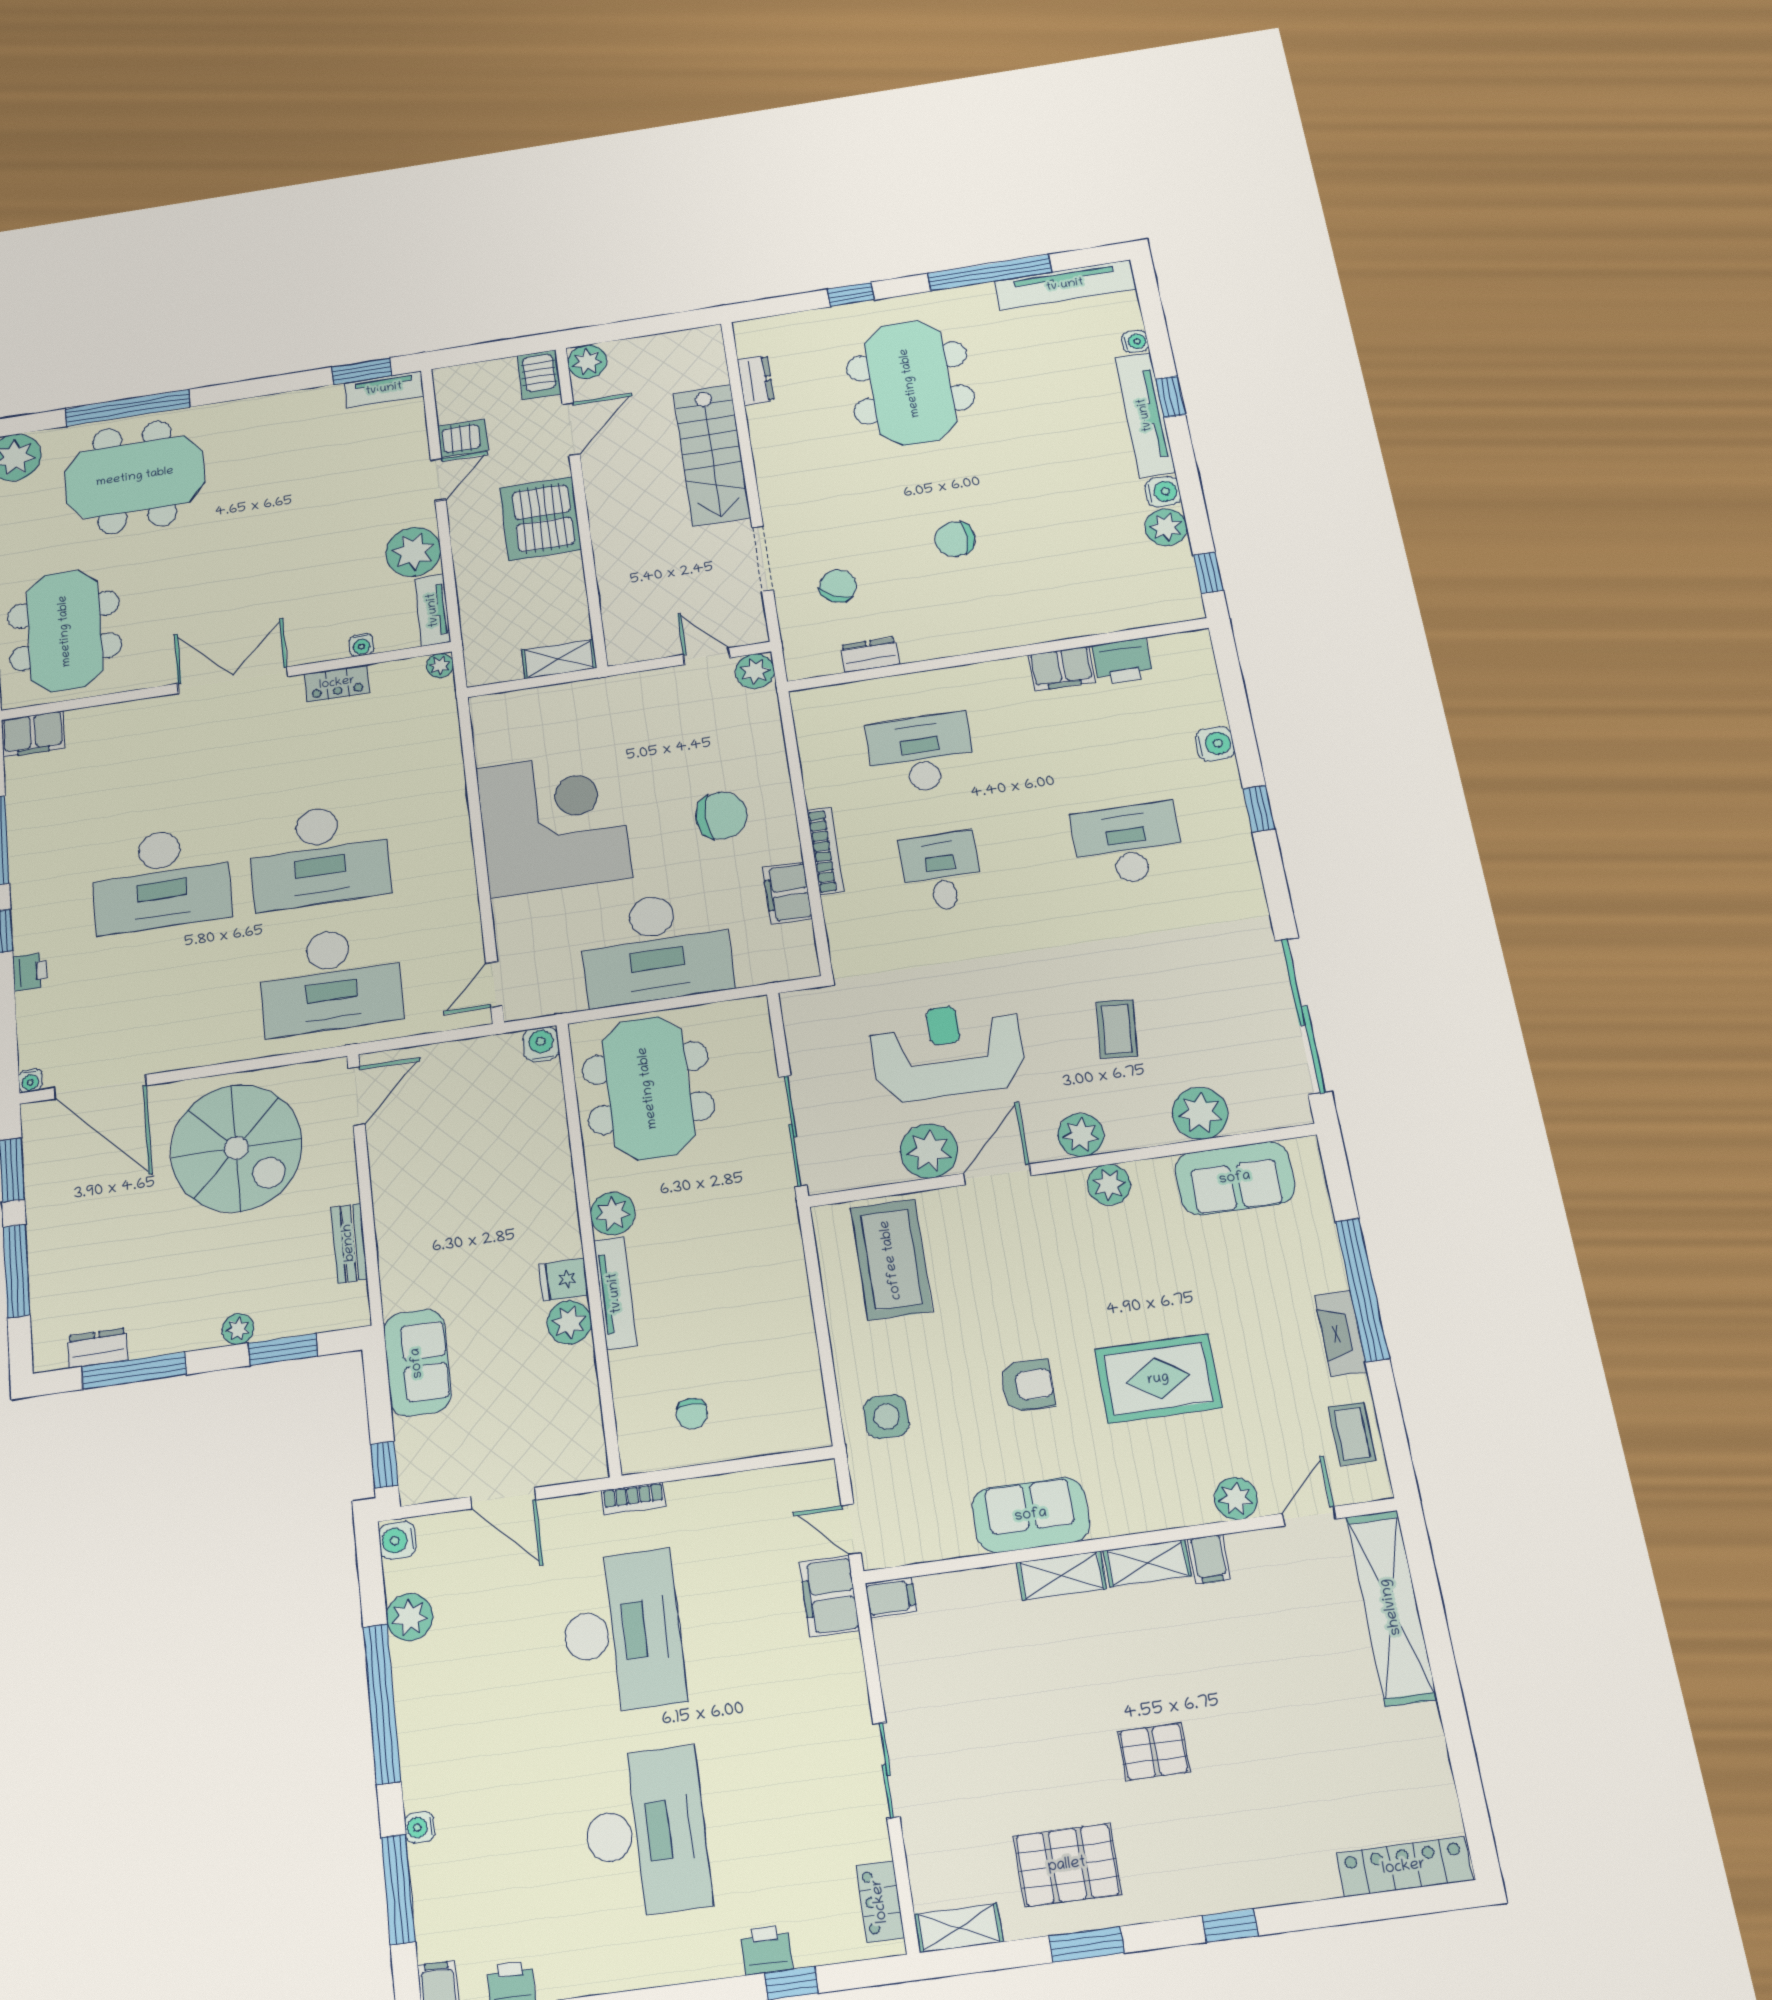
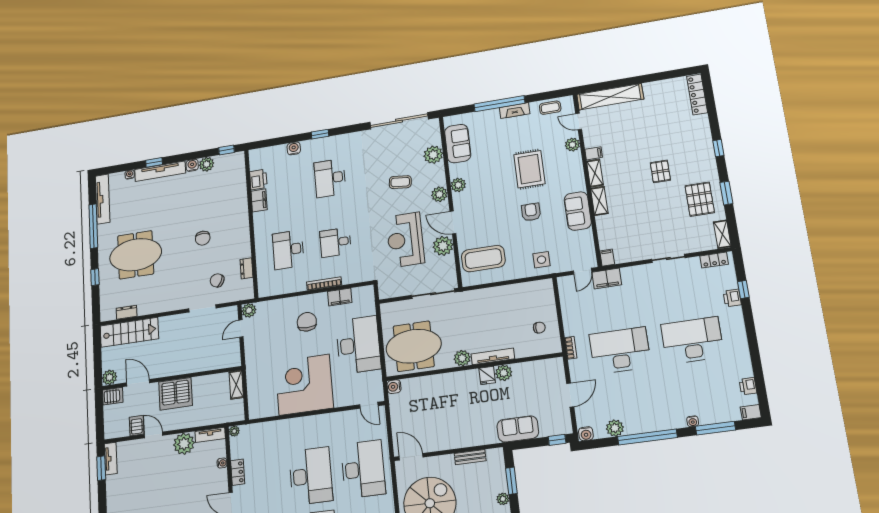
stairs: (712, 455) -> (129, 332), moved

